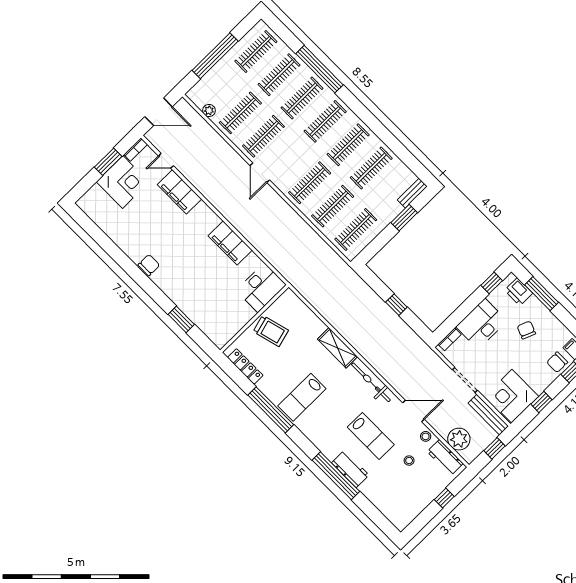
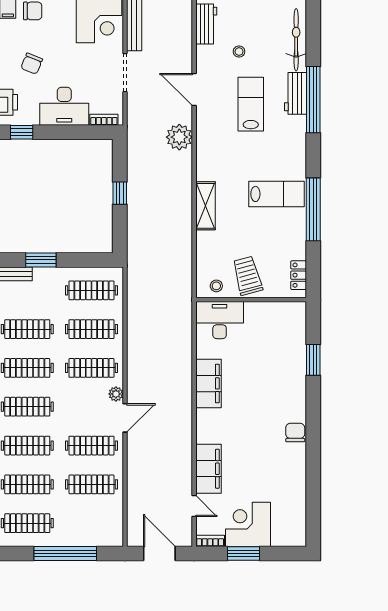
plant: (209, 111) -> (116, 394), moved
chair: (149, 265) -> (295, 433), turned 90
locker: (245, 366) -> (299, 275), width x0.66
bicycle: (371, 382) -> (296, 40), moved, turned 180
stool: (426, 436) -> (216, 286), moved
plant: (459, 439) -> (179, 137), moved

